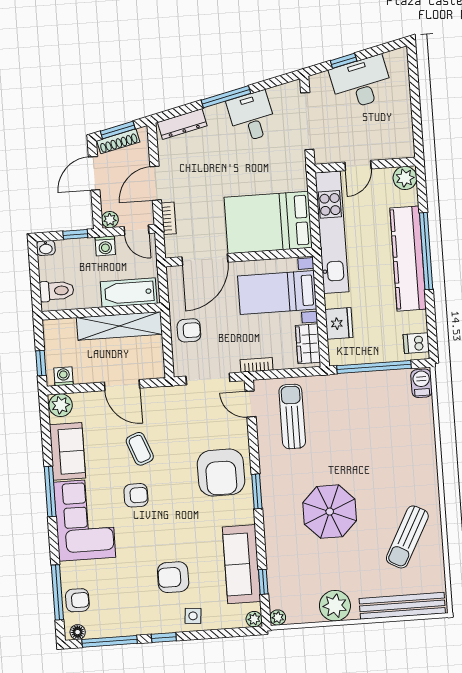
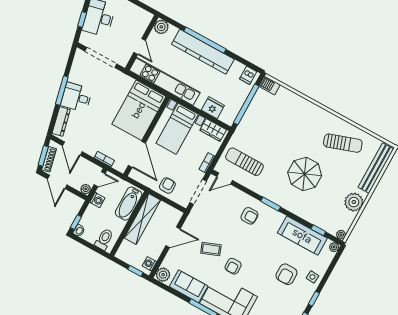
desk: (252, 117) -> (76, 97), moved
door: (156, 183) -> (72, 149), moved
window: (75, 234) -> (76, 222), moved
armchair: (221, 472) -> (249, 216), width x0.53, depth x0.53
armchair: (136, 495) -> (233, 266), turned 180
sun lounger: (407, 537) -> (343, 143), turned -47

